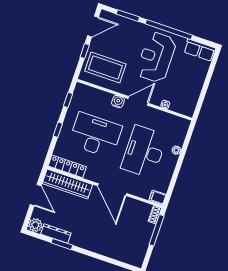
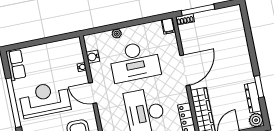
reception desk: (156, 57) -> (45, 99), turned 180
water cooler: (118, 102) -> (93, 57), moved

